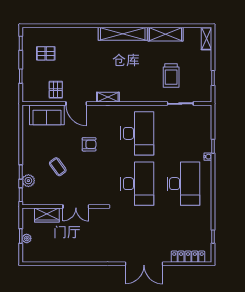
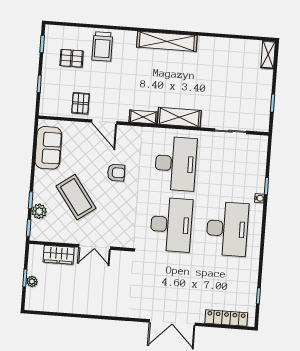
shelving: (165, 34) -> (179, 117), moved
trolley: (171, 75) -> (102, 46), moved
sofa: (47, 115) -> (48, 148), moved, turned -90
coffee table: (58, 167) -> (76, 197), width x1.86, depth x1.72

